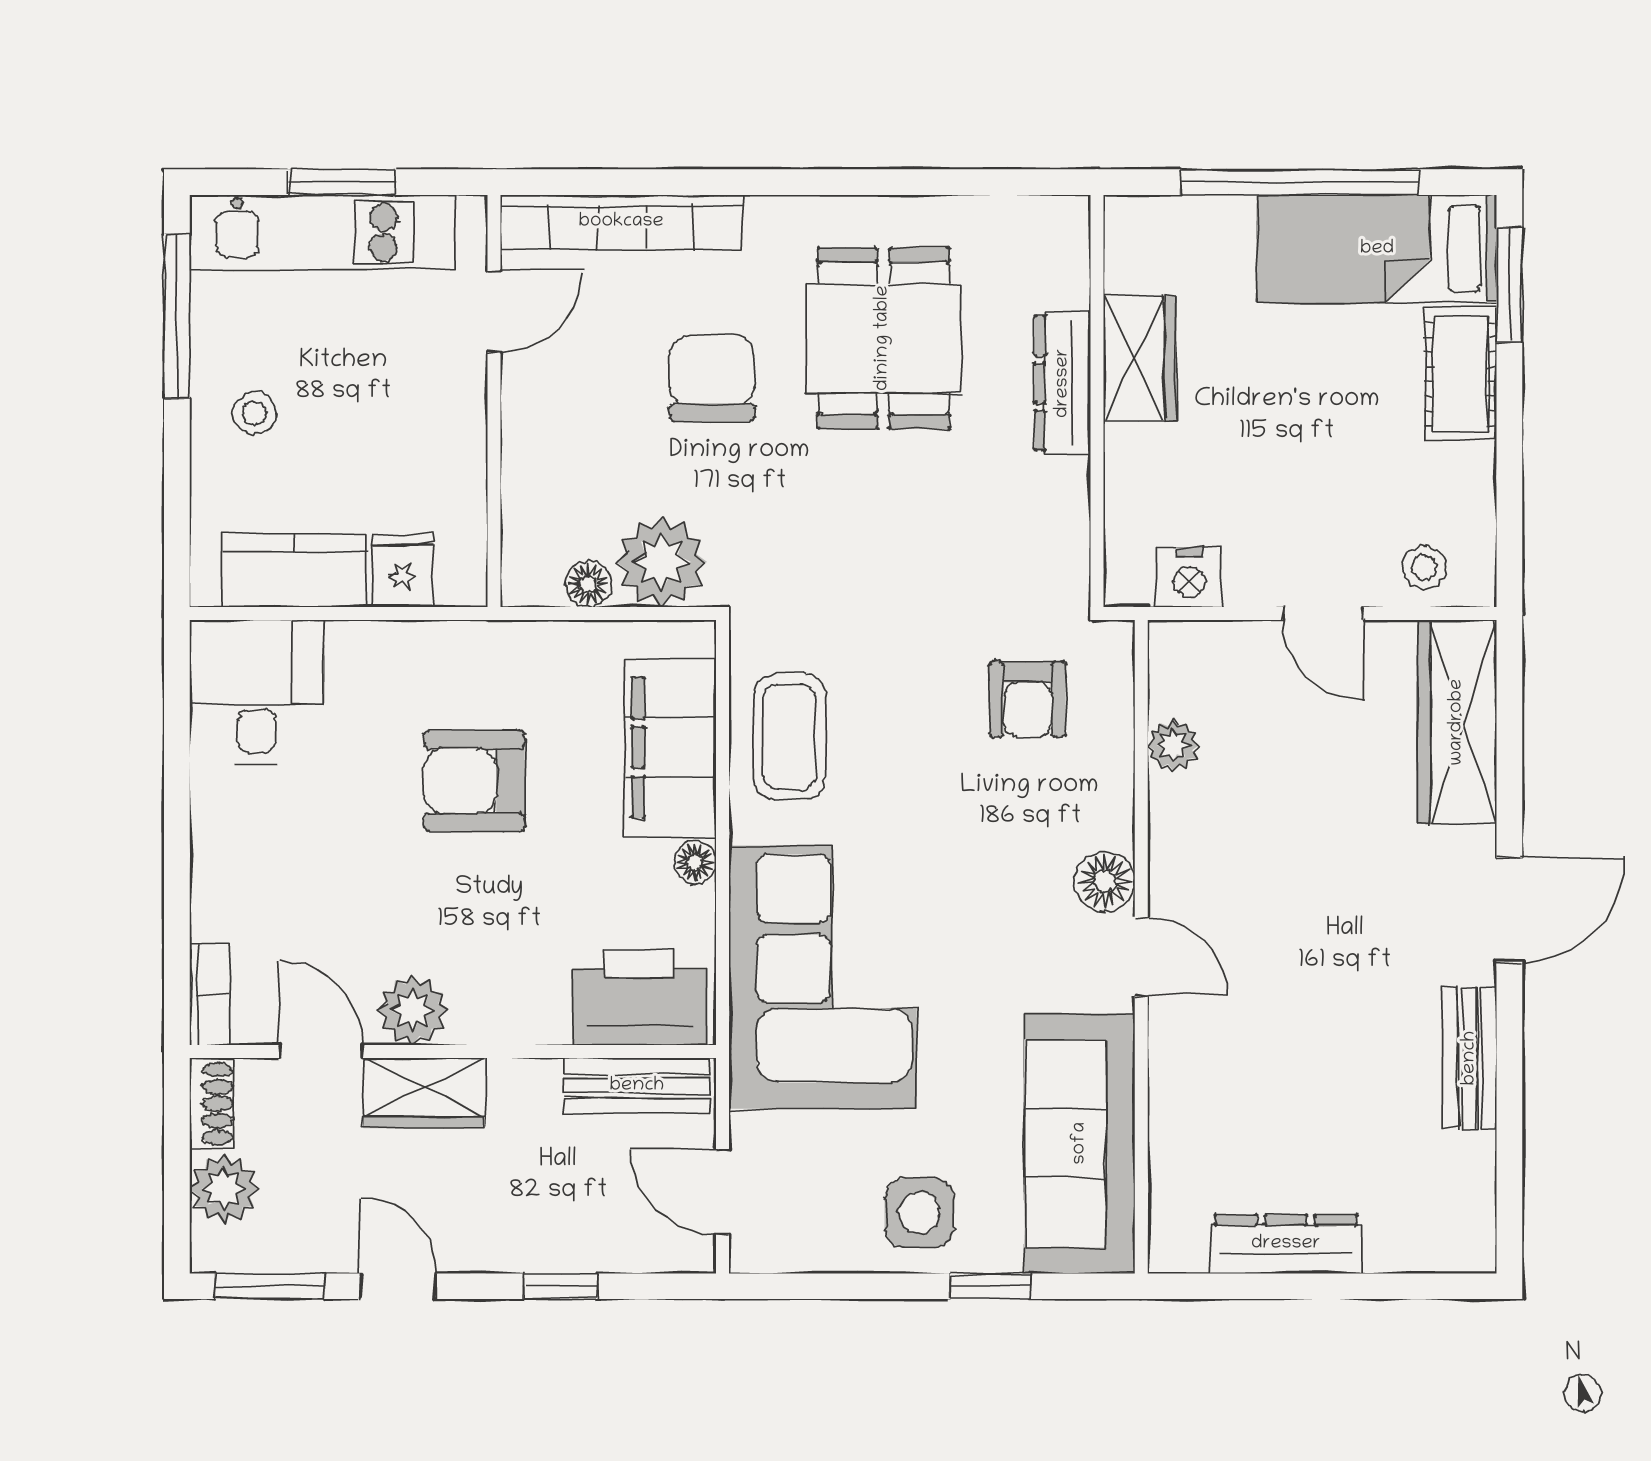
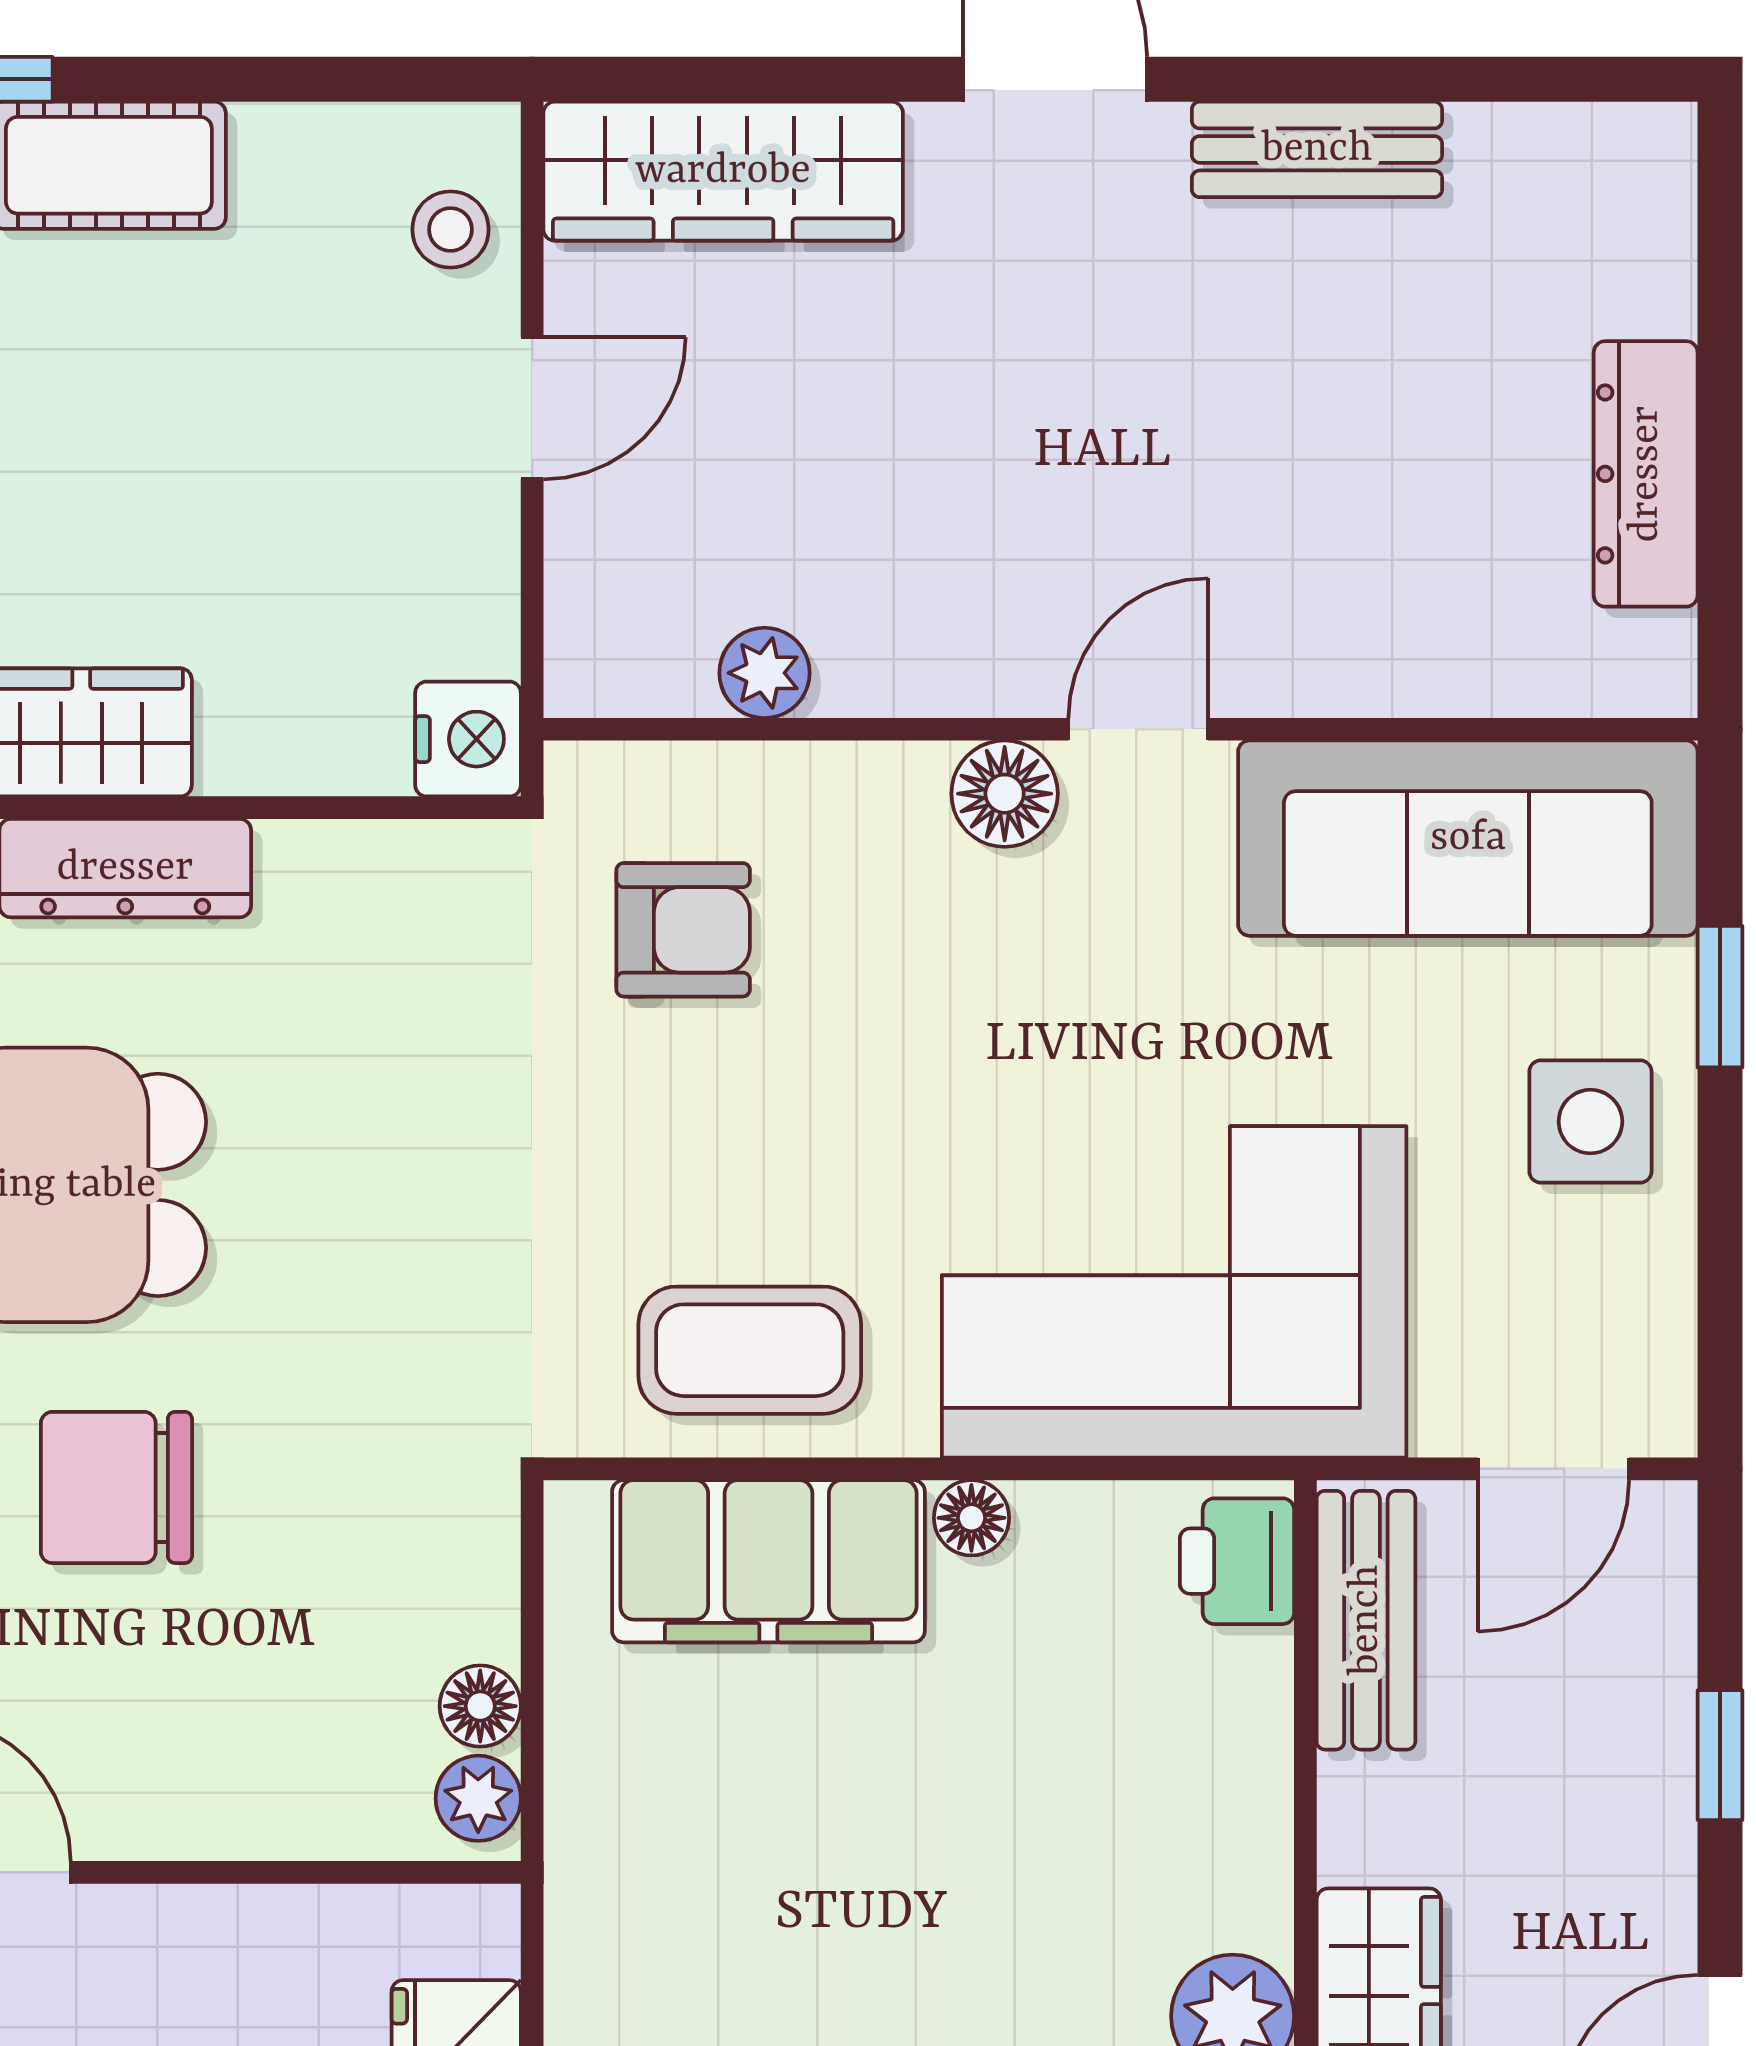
plant: (662, 562) -> (478, 1798), moved, width x0.53, depth x0.53
nightstand: (1189, 577) -> (468, 739), moved
armchair: (474, 781) -> (828, 1907), removed
printer: (639, 997) -> (1237, 1561), width x0.53, depth x0.68

